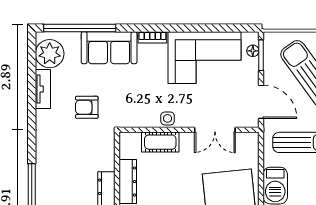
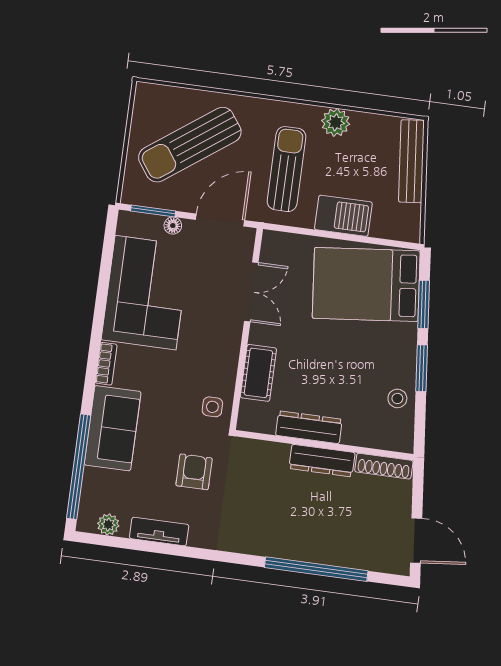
floor lamp: (253, 51) -> (173, 226), moved
plant: (50, 54) -> (108, 525), width x0.53, depth x0.53
armchair: (87, 107) -> (194, 472), turned 180
side table: (168, 118) -> (212, 407), moved

